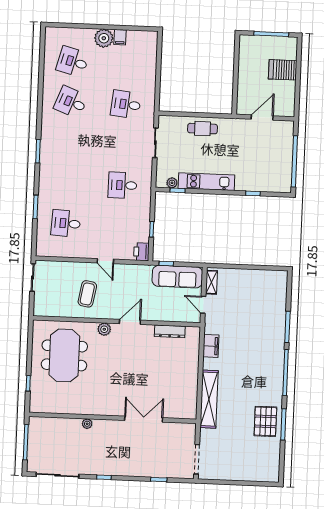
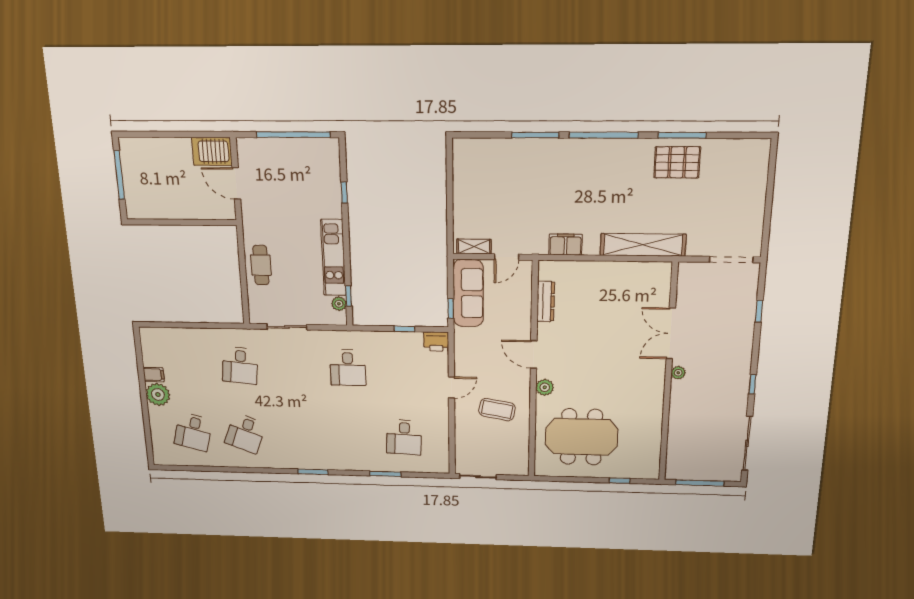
server rack: (283, 70) -> (212, 151), moved, turned 90
plant: (87, 424) -> (678, 373), moved

